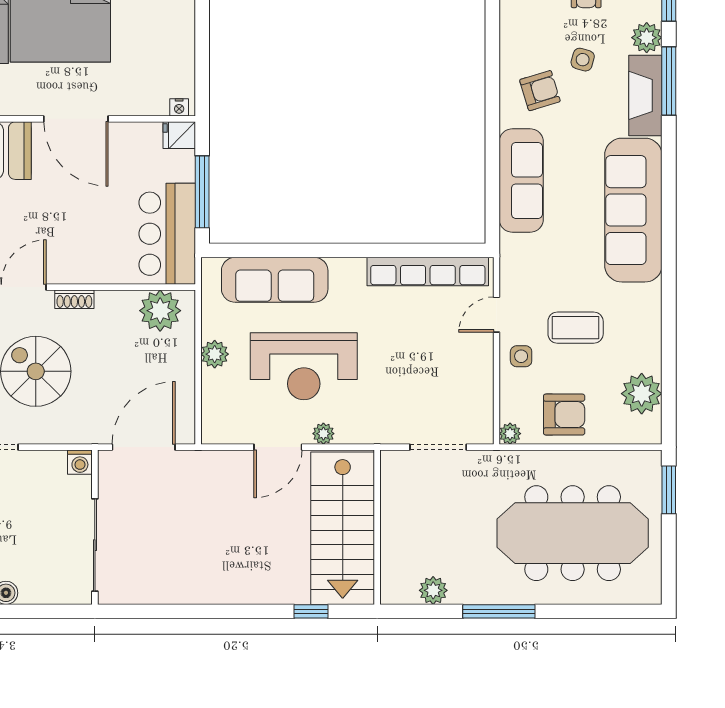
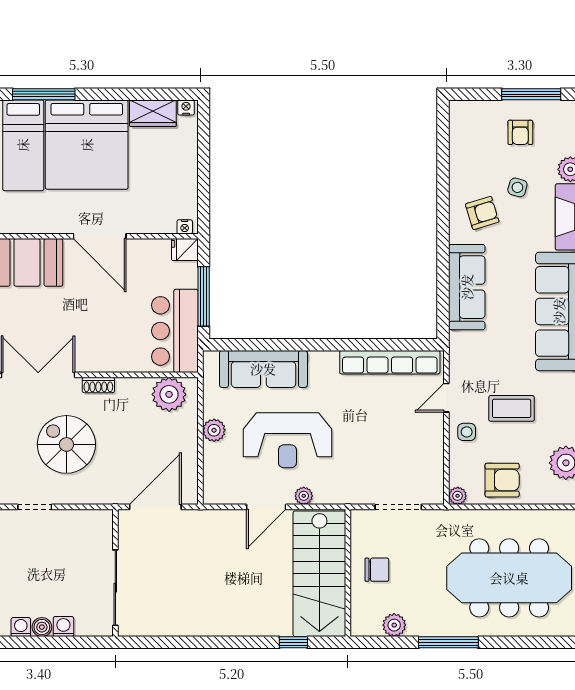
washing machine: (80, 462) -> (63, 627), moved, turned 180
chair: (412, 523) -> (377, 570), added

